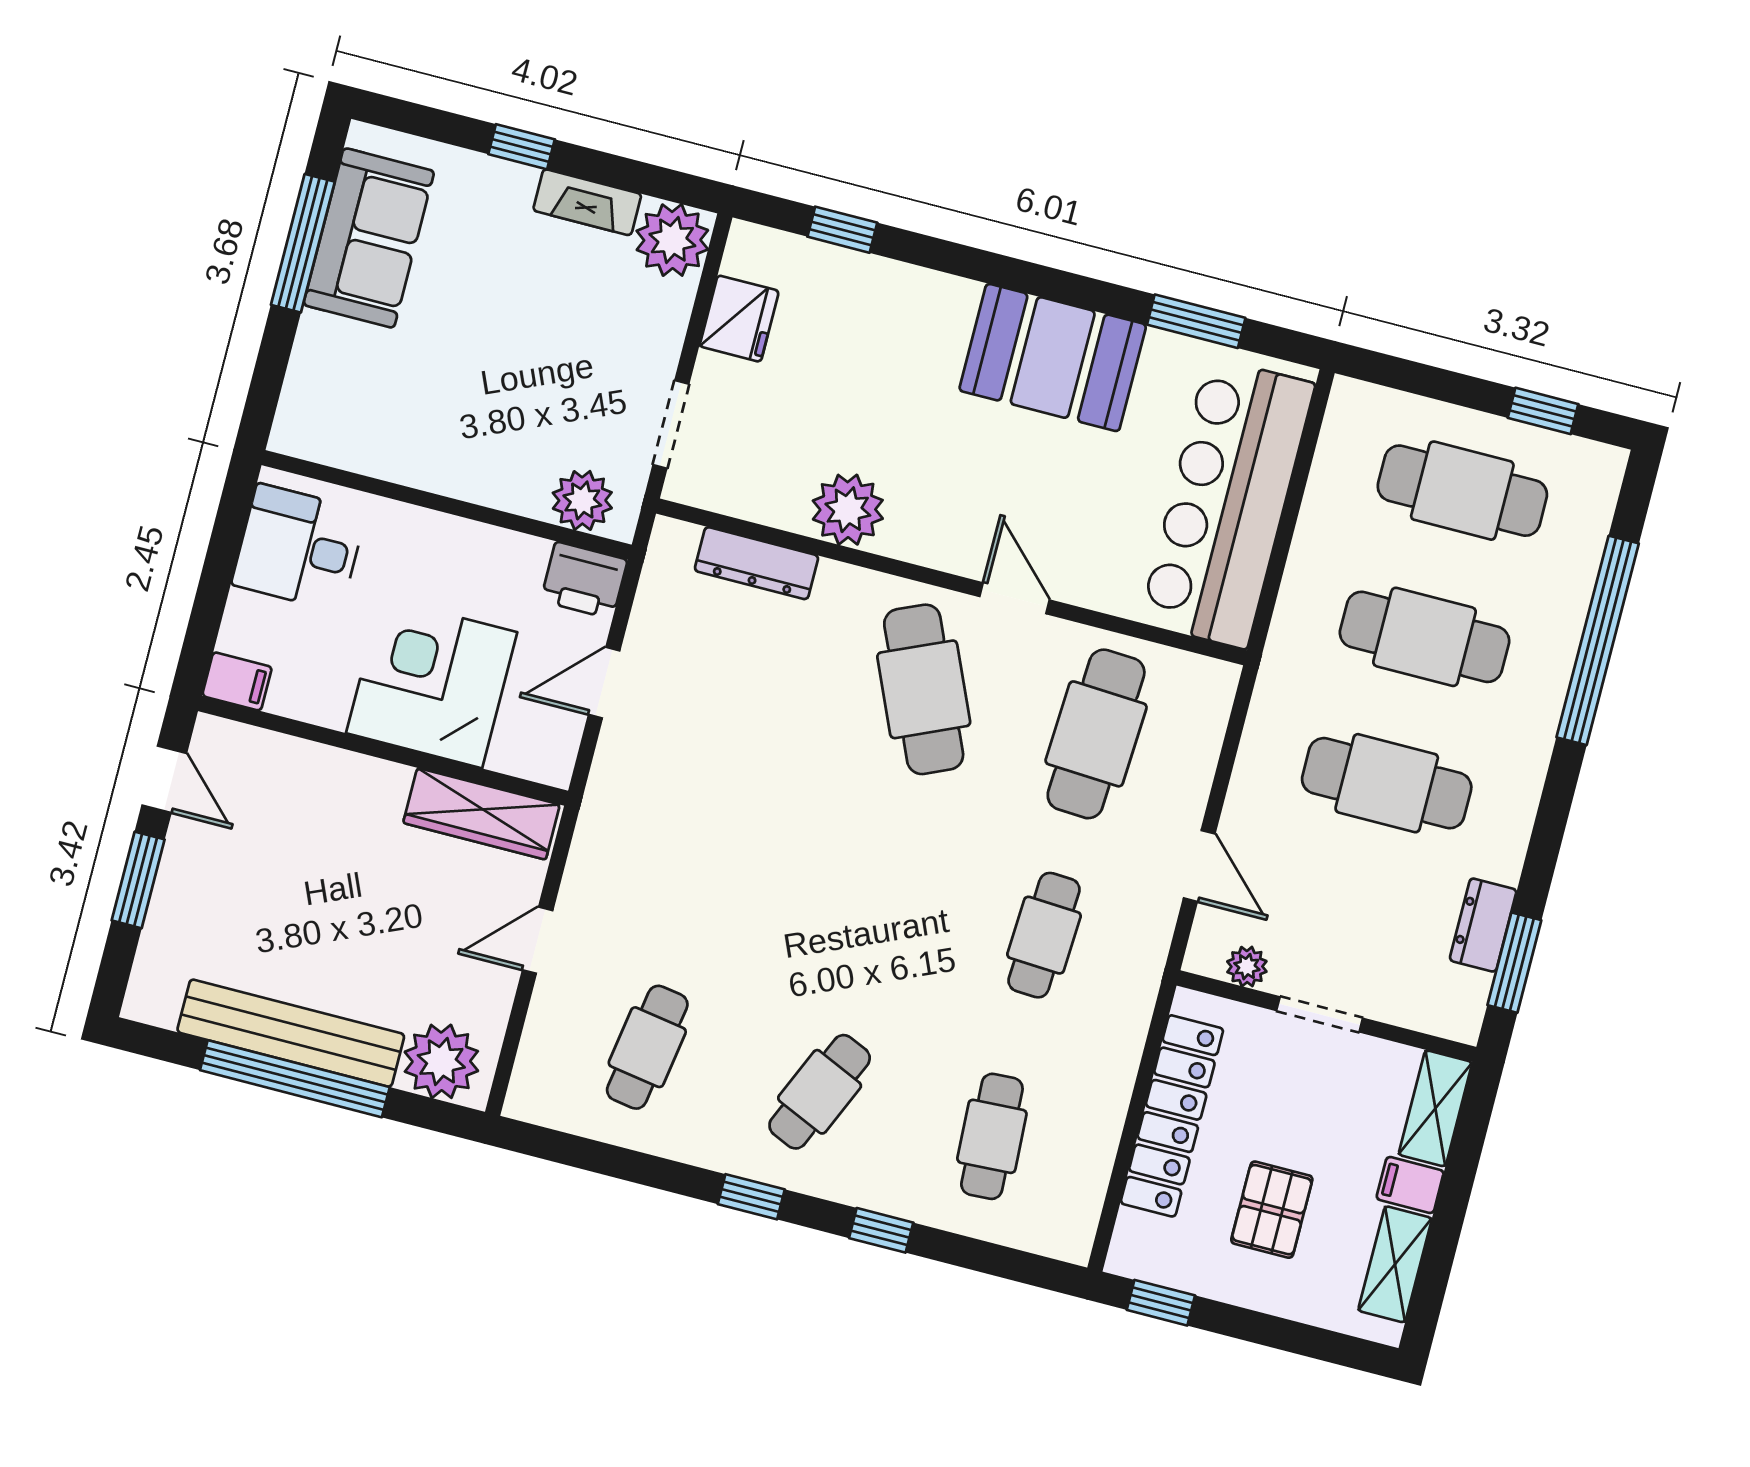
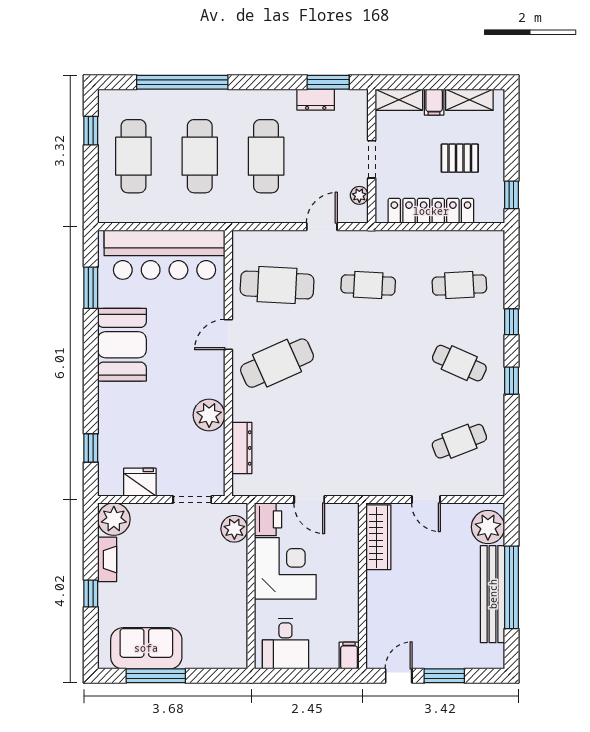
corner desk: (432, 683) -> (285, 568), moved, turned 180
cafe table: (647, 1047) -> (459, 441), turned -30

